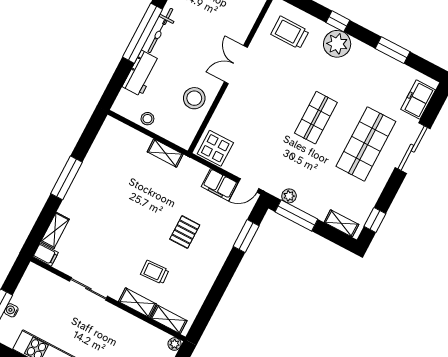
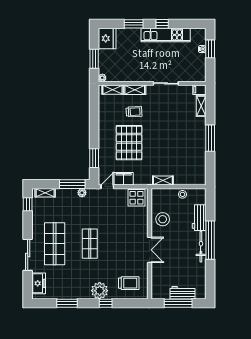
pallet: (185, 232) -> (129, 143), width x2.05, depth x2.00

